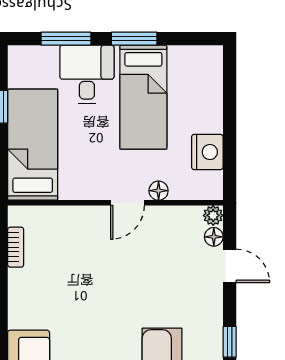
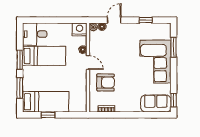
desk: (87, 74) -> (35, 34), moved
bed: (33, 145) -> (46, 102), moved, turned 180
nightstand: (207, 152) -> (80, 29), moved
armchair: (80, 245) -> (106, 82), added

